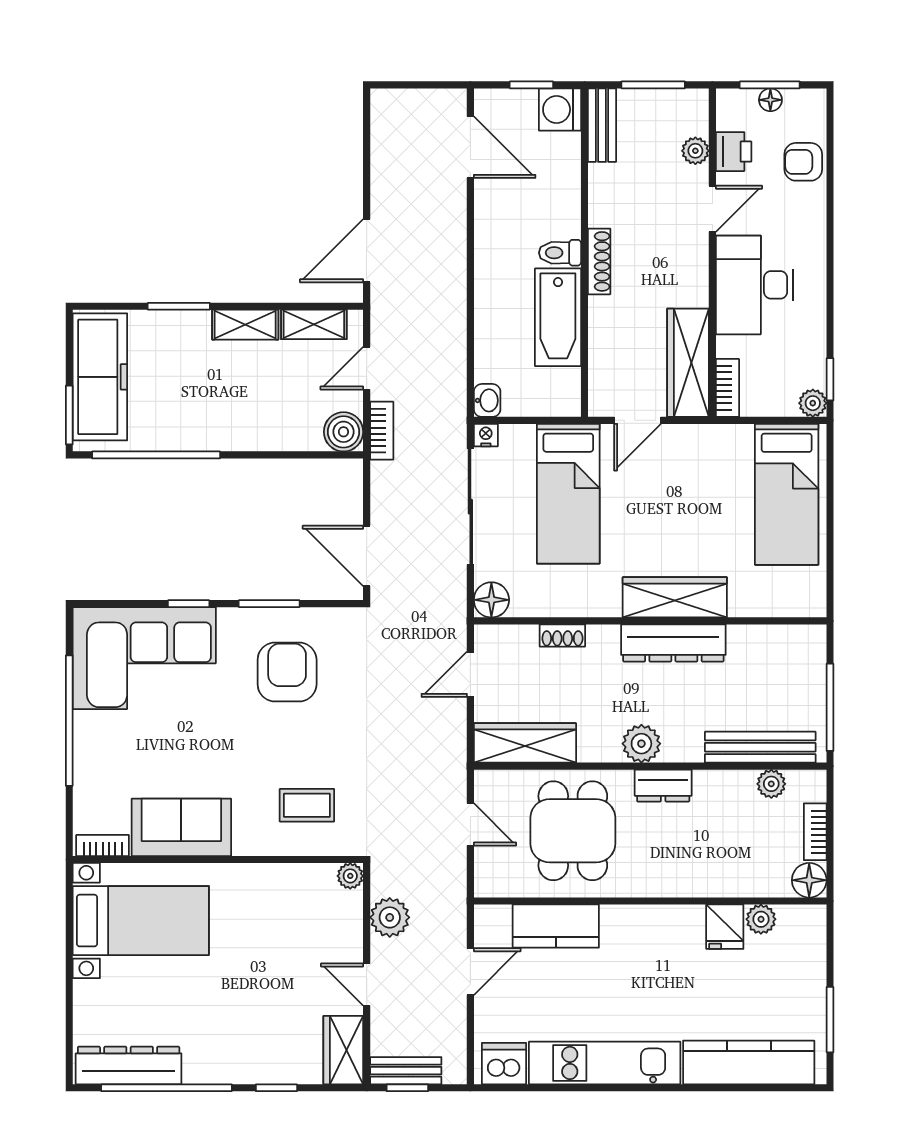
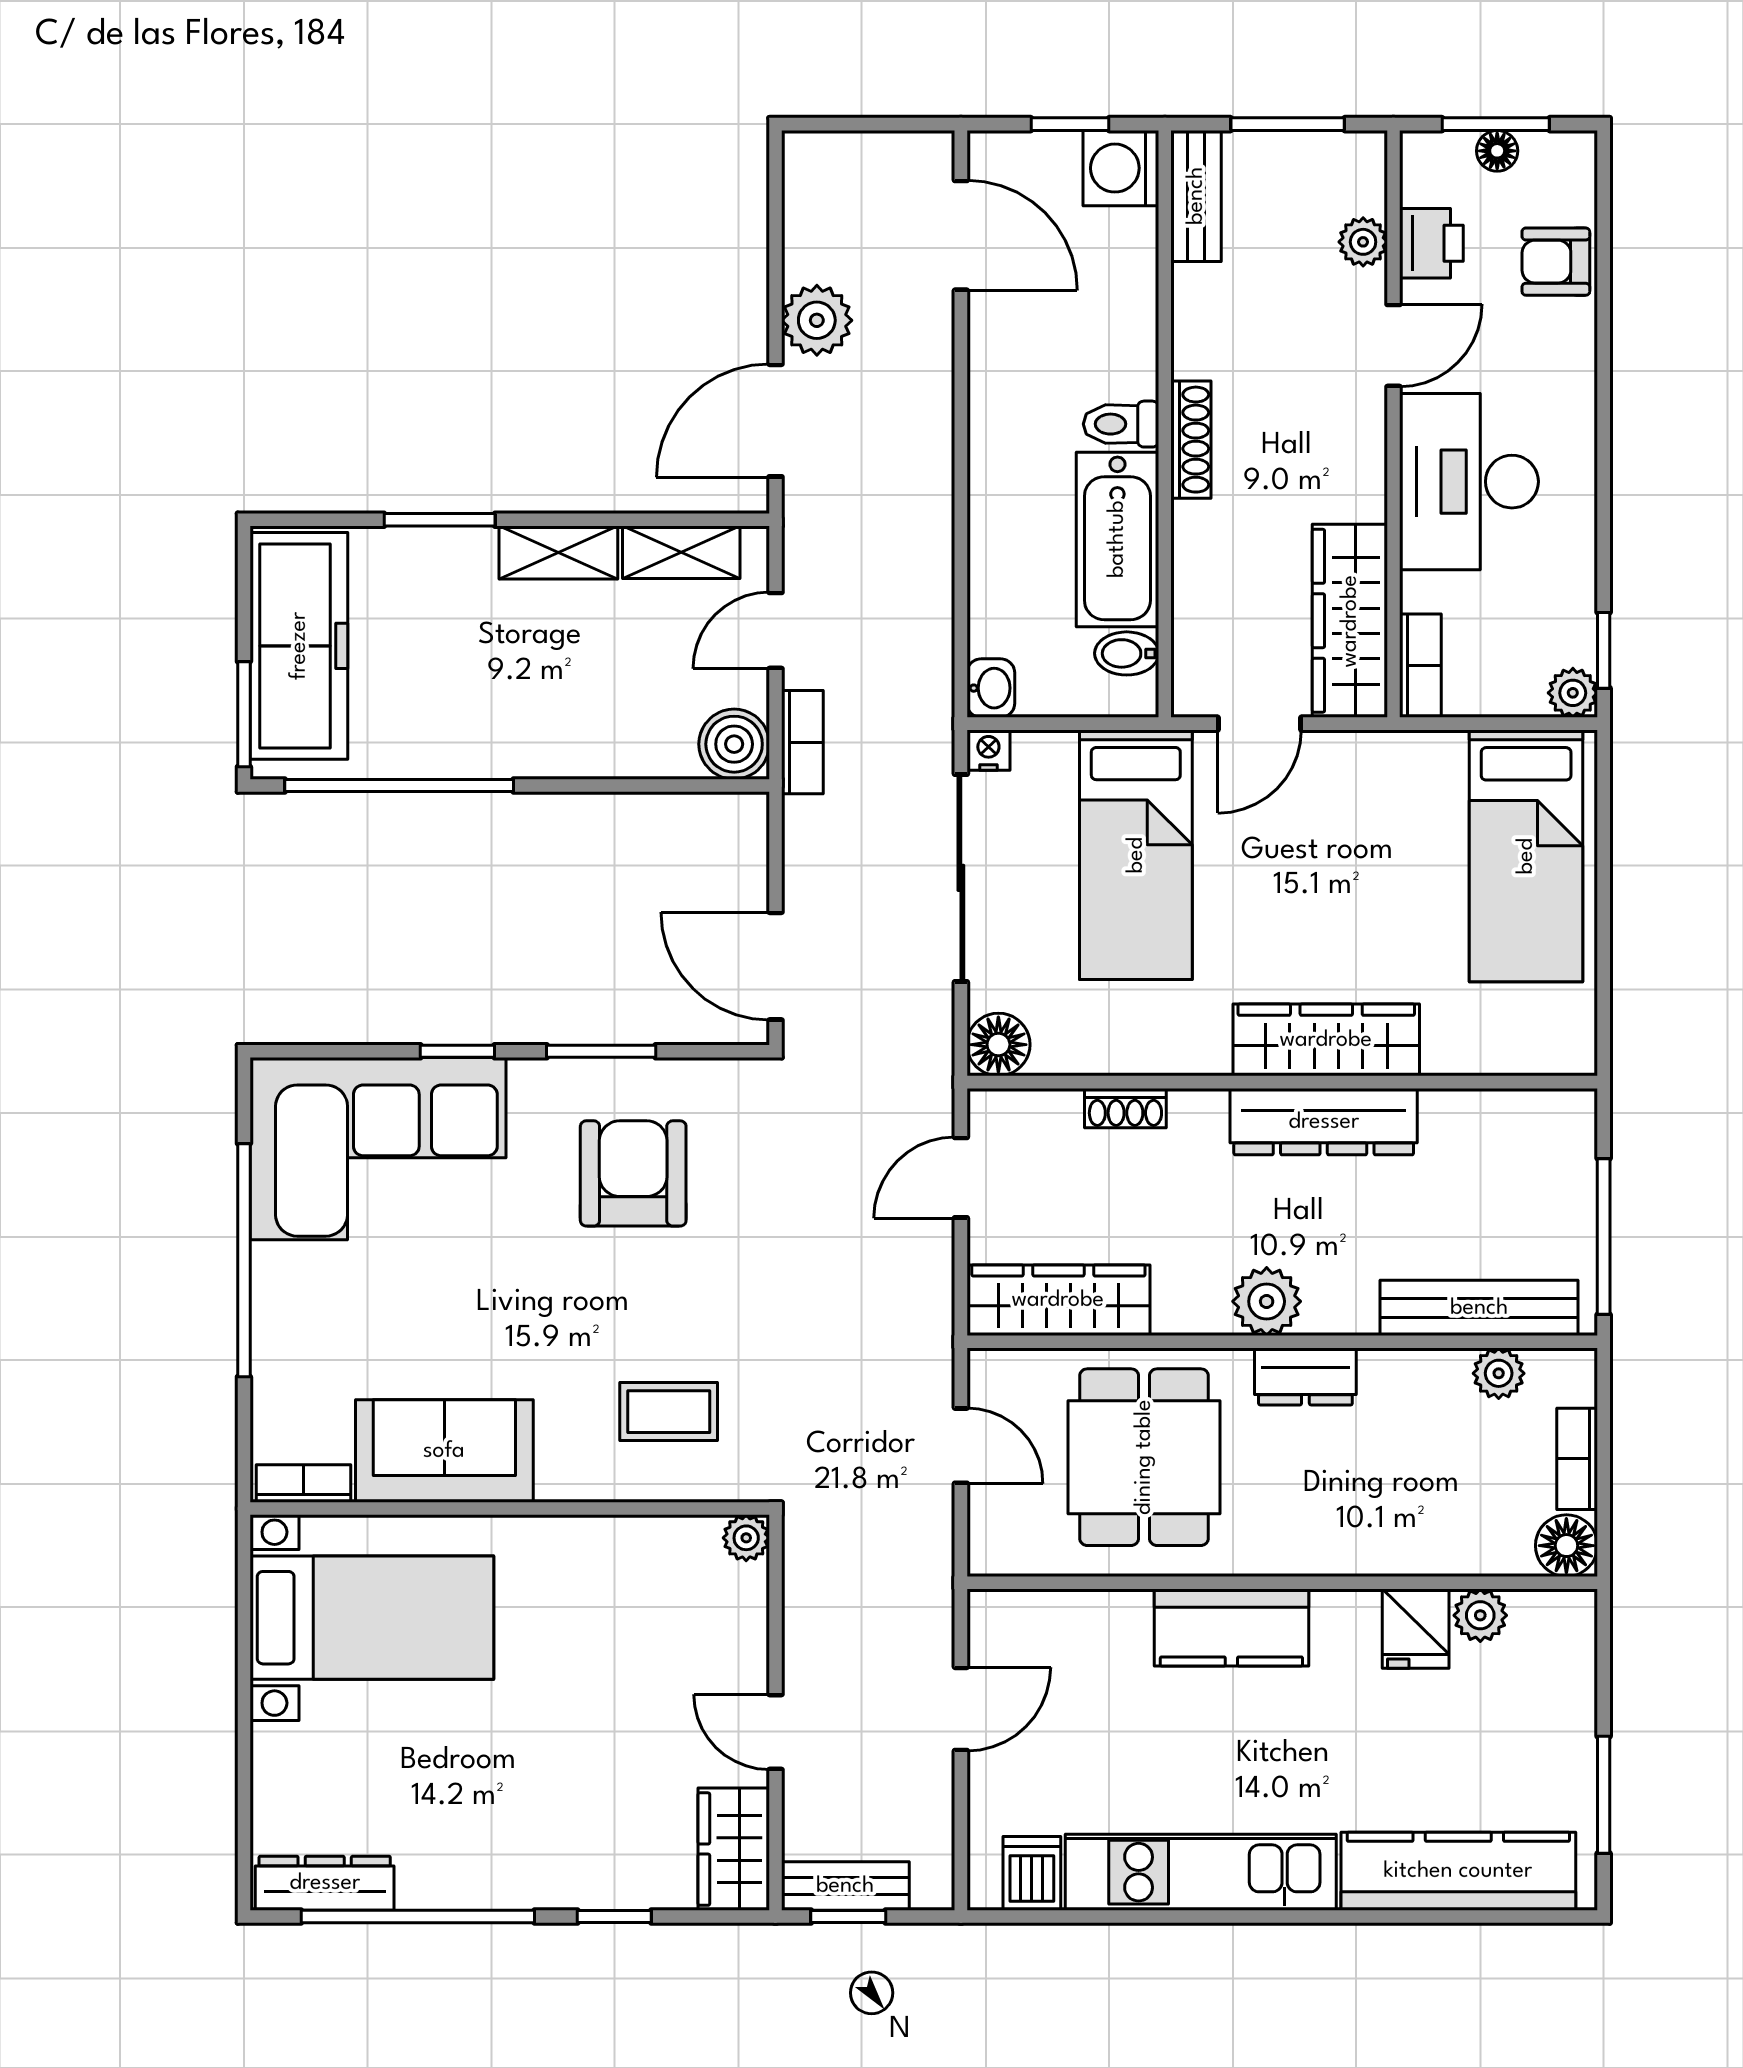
bidet: (563, 381) -> (1127, 653), added
plant: (390, 917) -> (817, 320), moved
kitchen counter: (556, 926) -> (1231, 1627), moved
dishwasher: (504, 1064) -> (1032, 1873), width x0.73
dresser: (129, 1065) -> (325, 1883), width x0.73, depth x0.80

